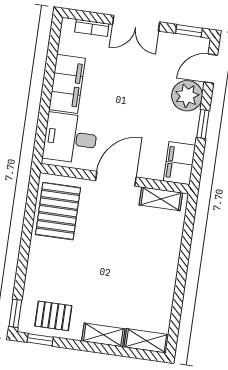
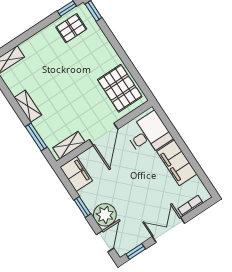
window: (187, 237) -> (36, 137), added
shelving: (103, 335) -> (28, 106), moved, turned 90

